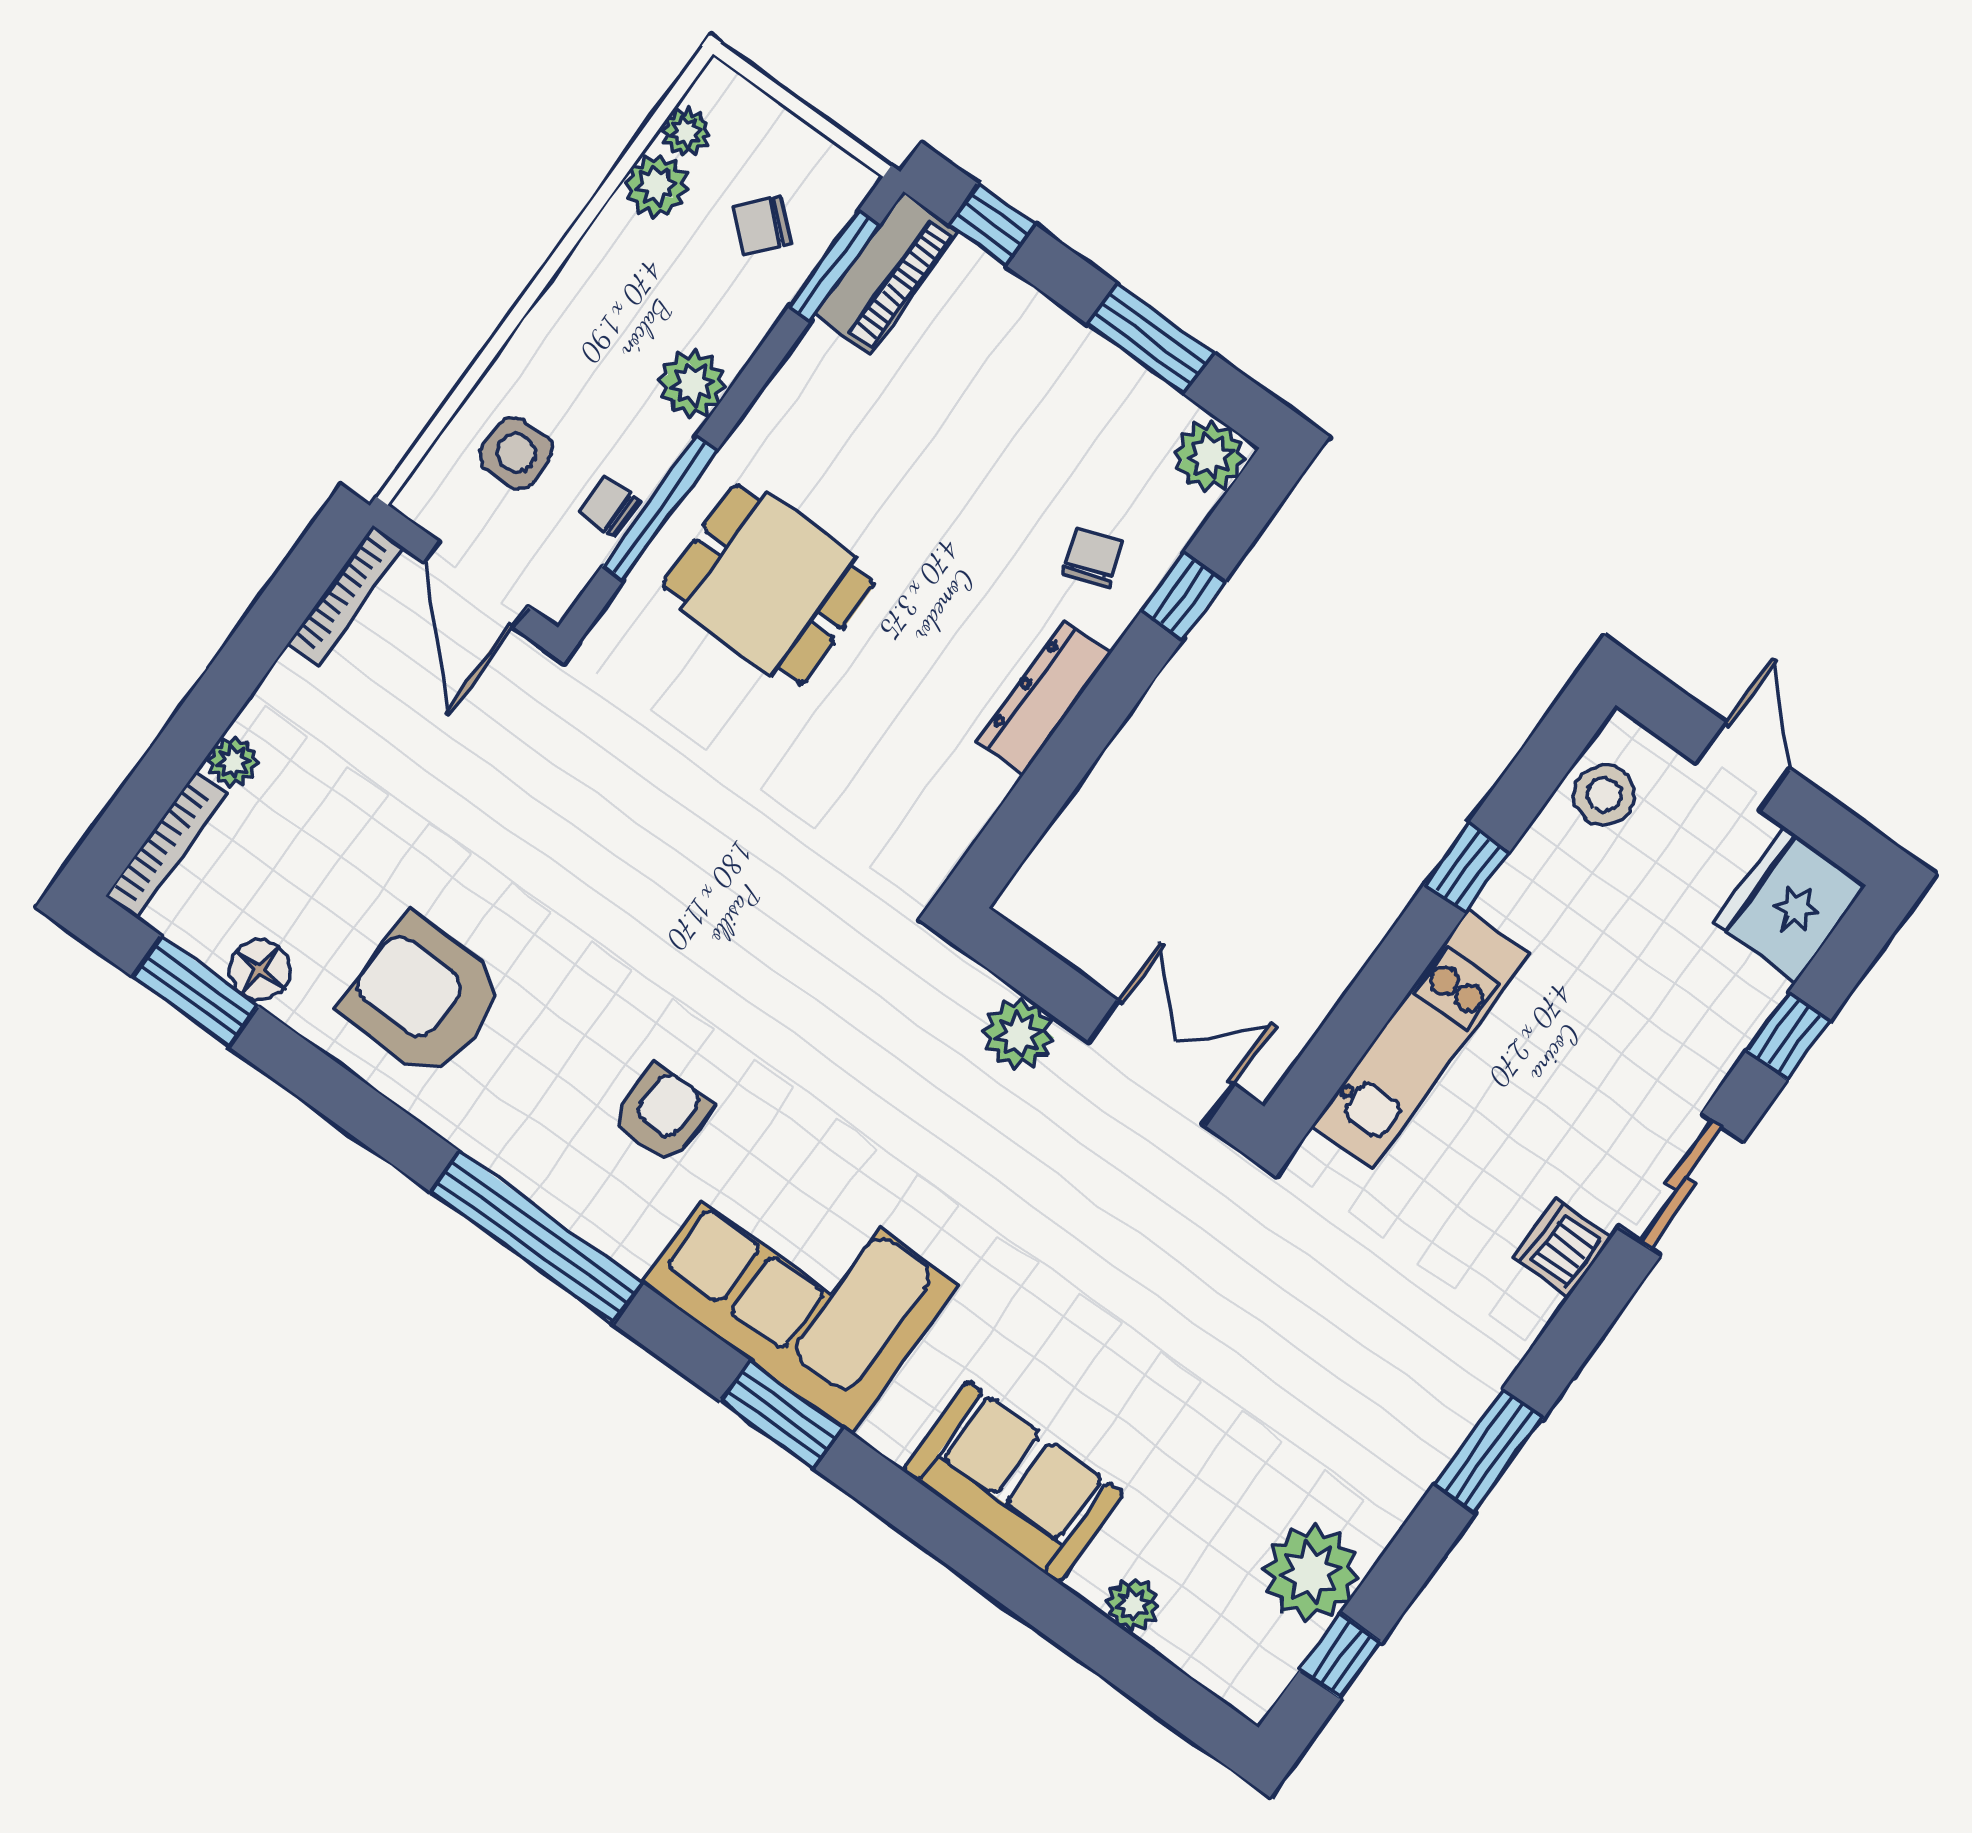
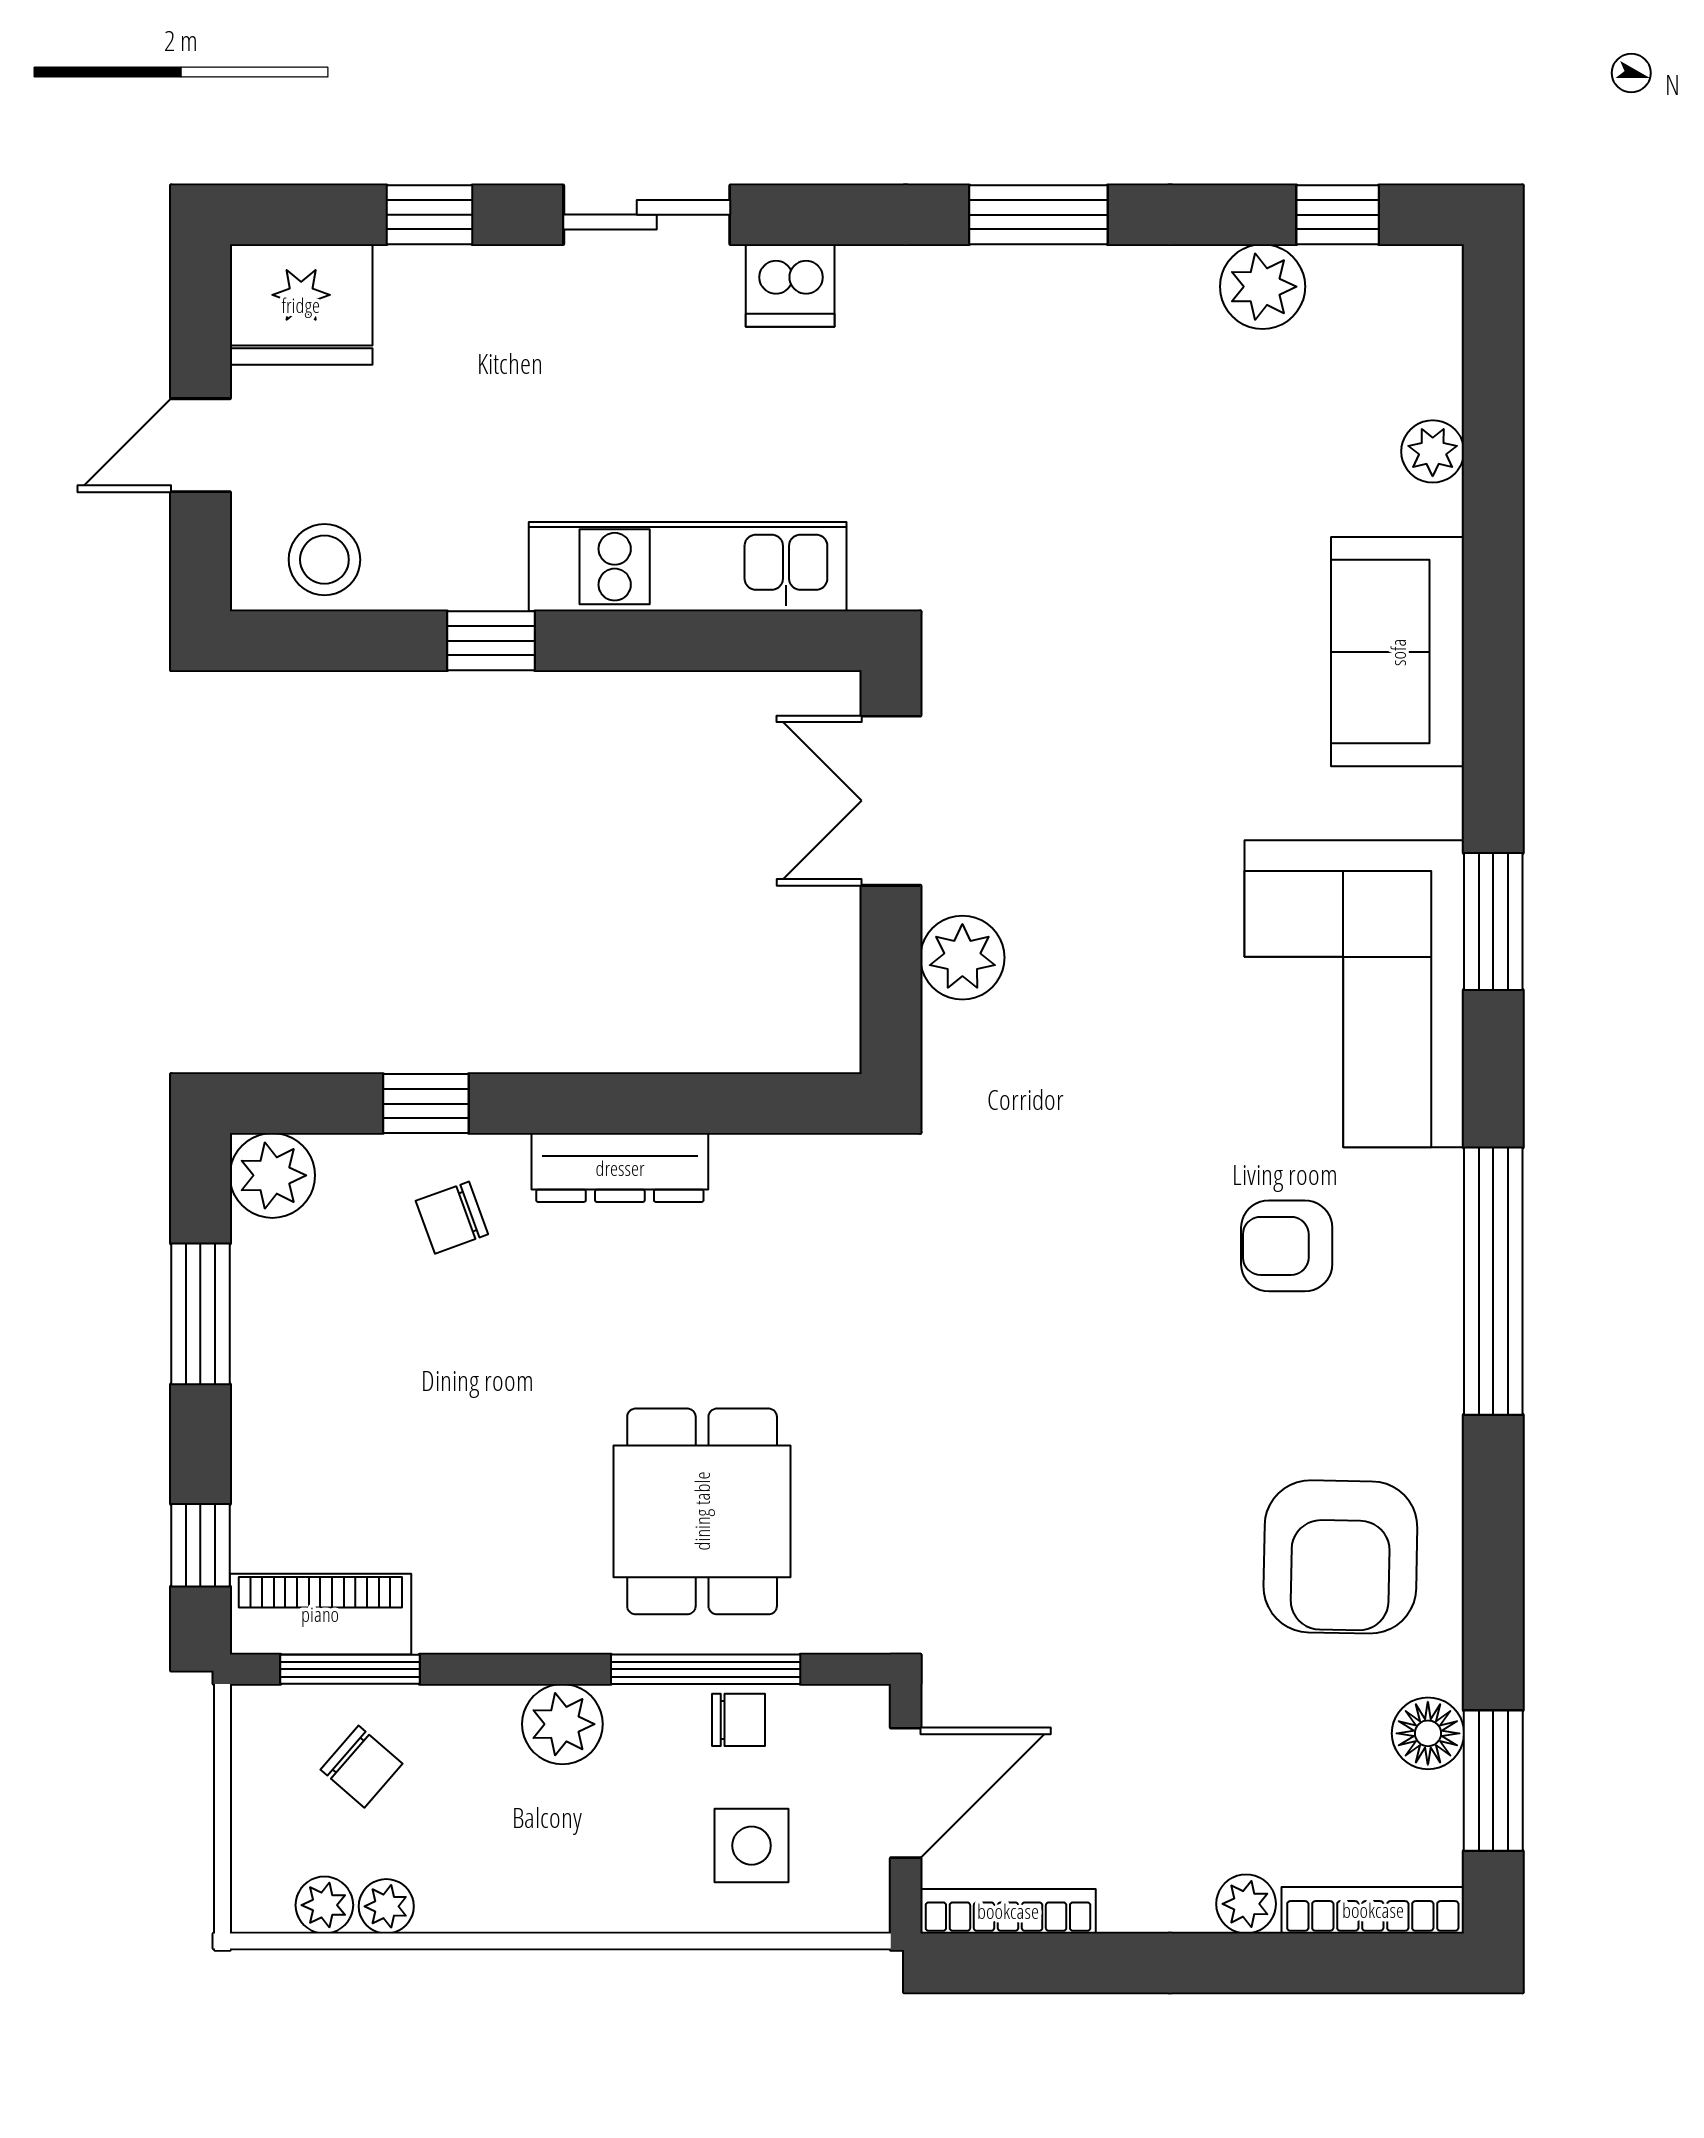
plant: (657, 186) -> (386, 1906), width x0.73, depth x0.73
chair: (609, 506) -> (738, 1720), turned -90
plant: (1311, 1572) -> (1263, 287), width x0.73, depth x0.73

